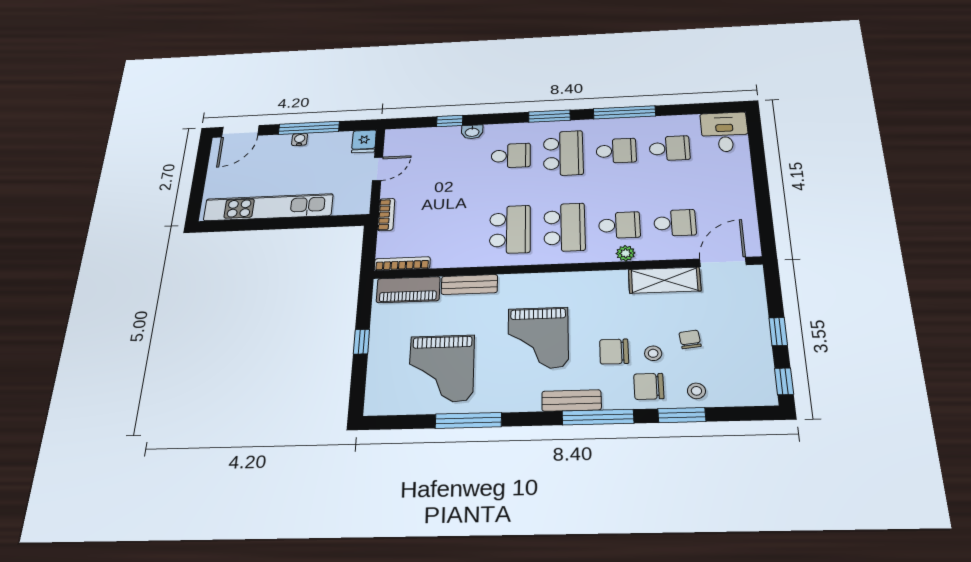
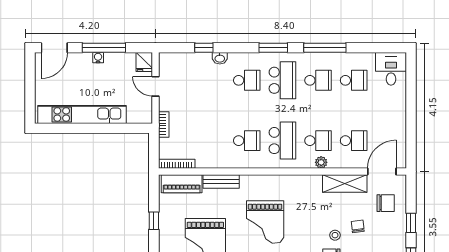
door: (378, 169) -> (155, 86), swing flipped
school desk: (510, 230) -> (247, 141), width x0.54
chair: (614, 352) -> (386, 203), moved, turned 180

